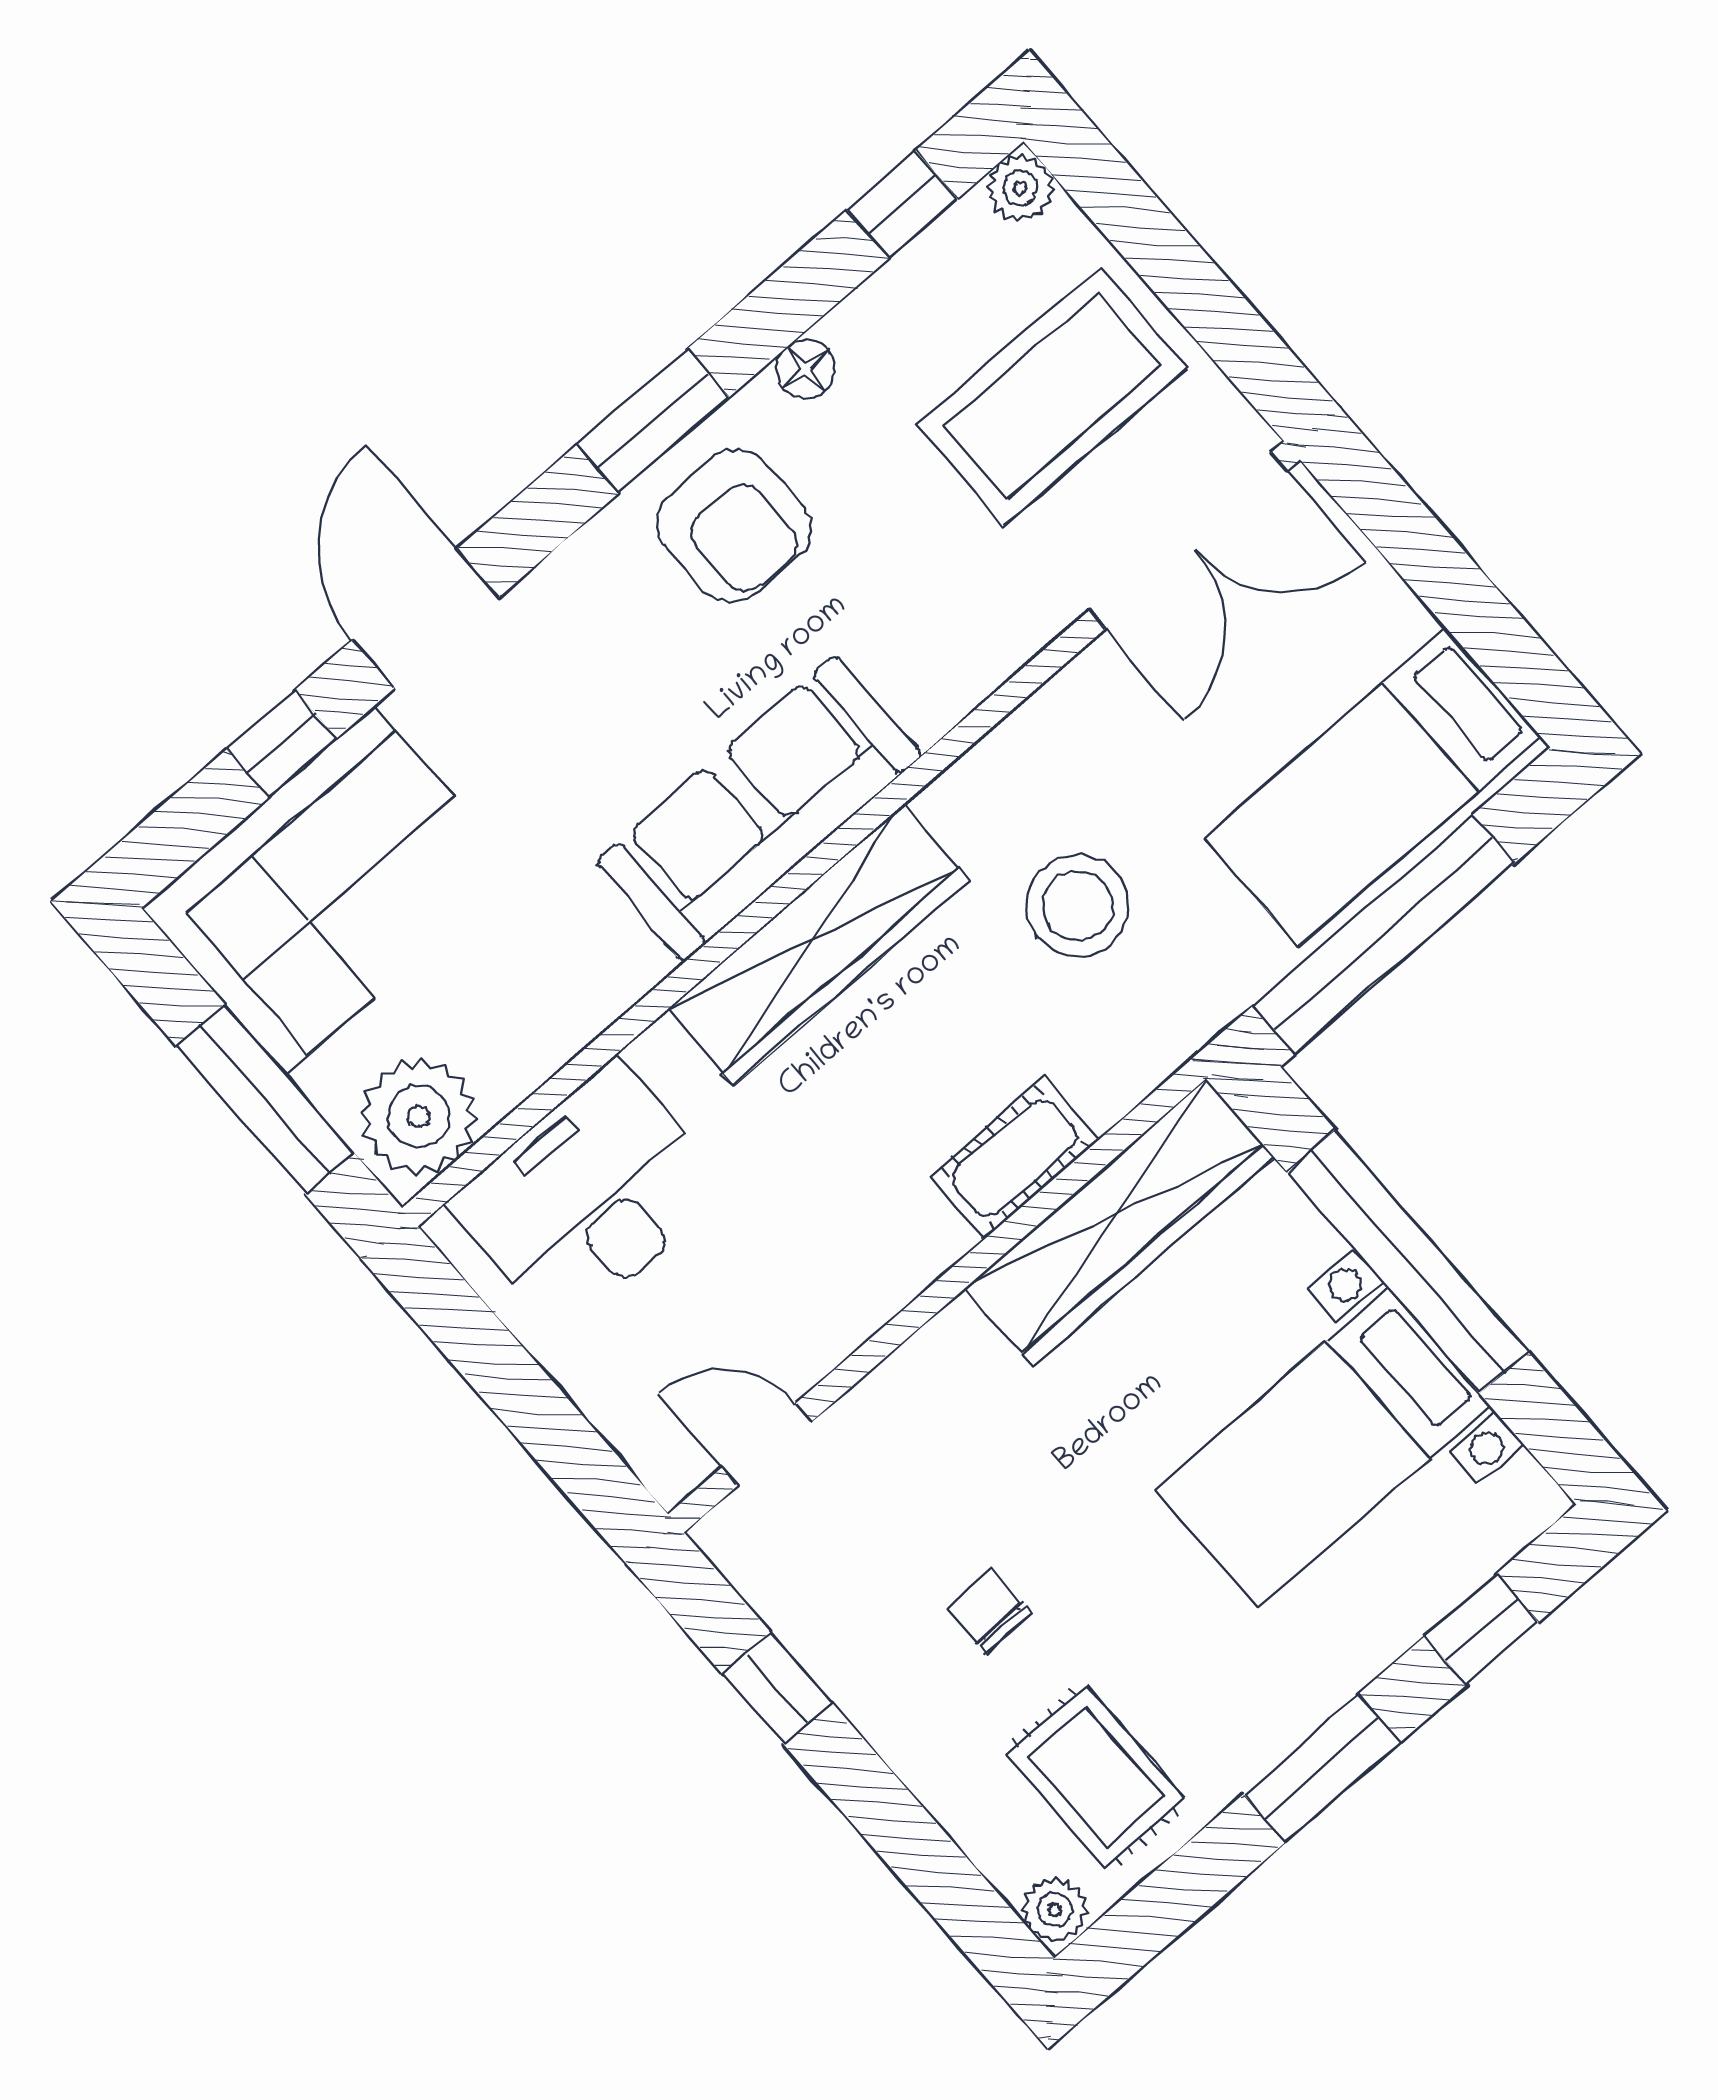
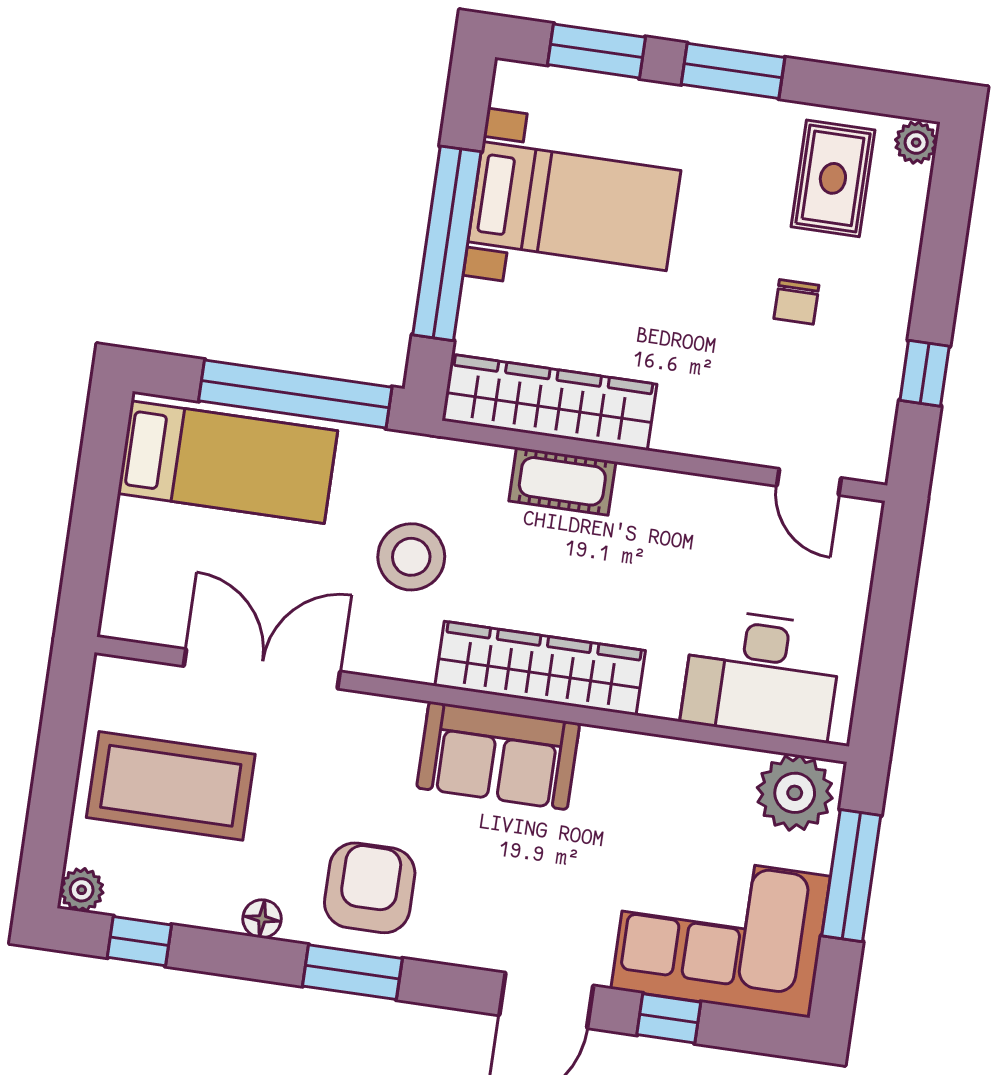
double door: (1188, 541) -> (262, 669), moved
sofa: (759, 808) -> (498, 756), width x0.73
window: (1482, 1629) -> (597, 51), width x1.50

